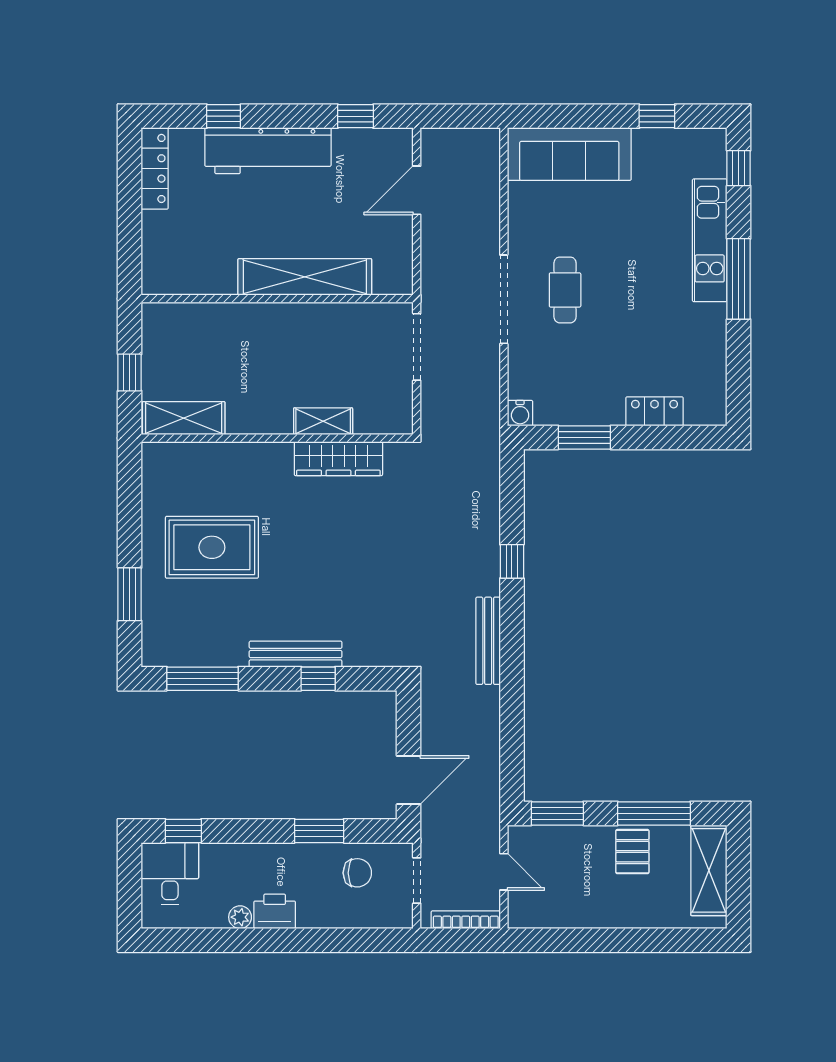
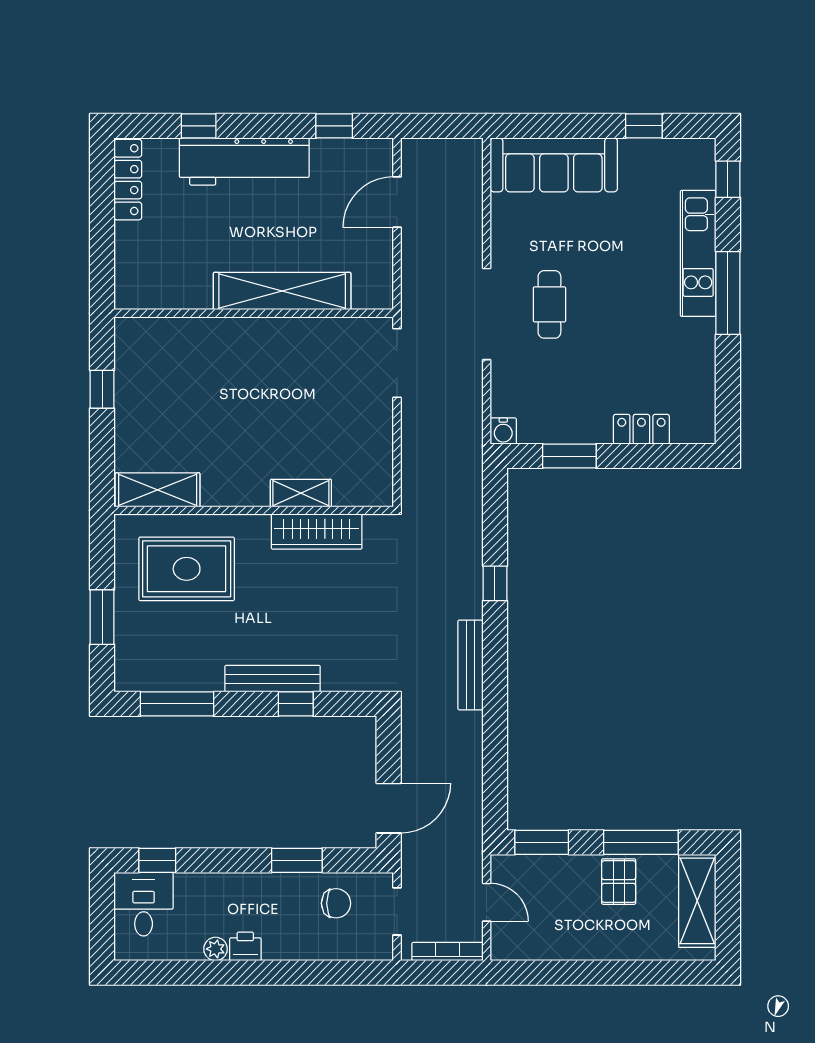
shelving: (184, 418) -> (158, 490), moved
shelving: (323, 421) -> (301, 493), moved
wall: (277, 438) -> (254, 510), moved
wardrobe: (338, 459) -> (317, 532), moved
printer: (275, 911) -> (245, 946), width x0.73, depth x0.81

